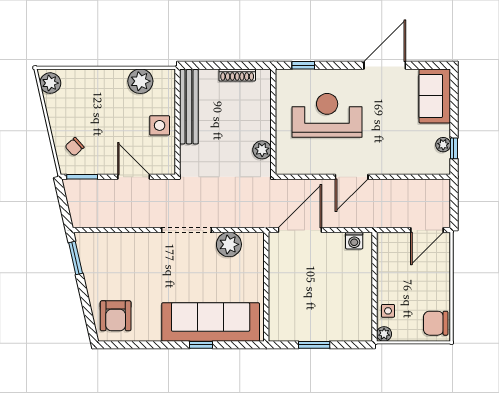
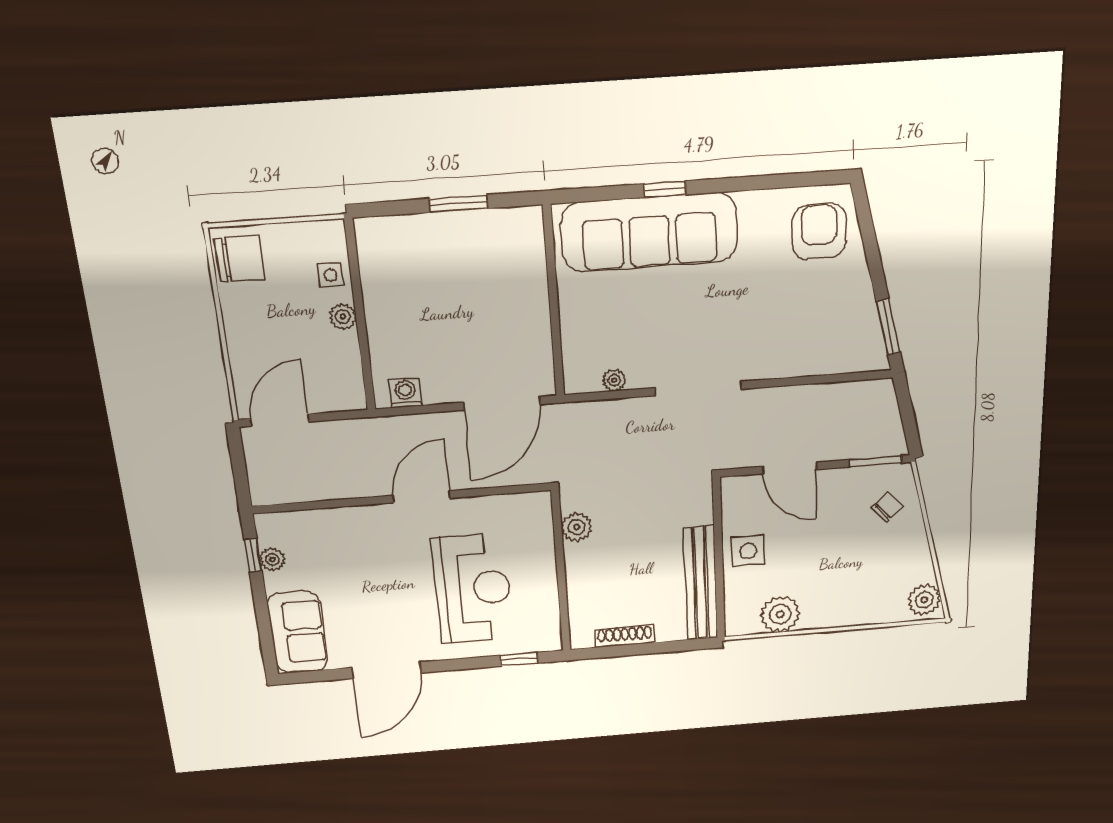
reception desk: (327, 115) -> (473, 589), turned -90
plant: (229, 244) -> (614, 380), width x0.53, depth x0.53
plant: (384, 334) -> (343, 317), moved

